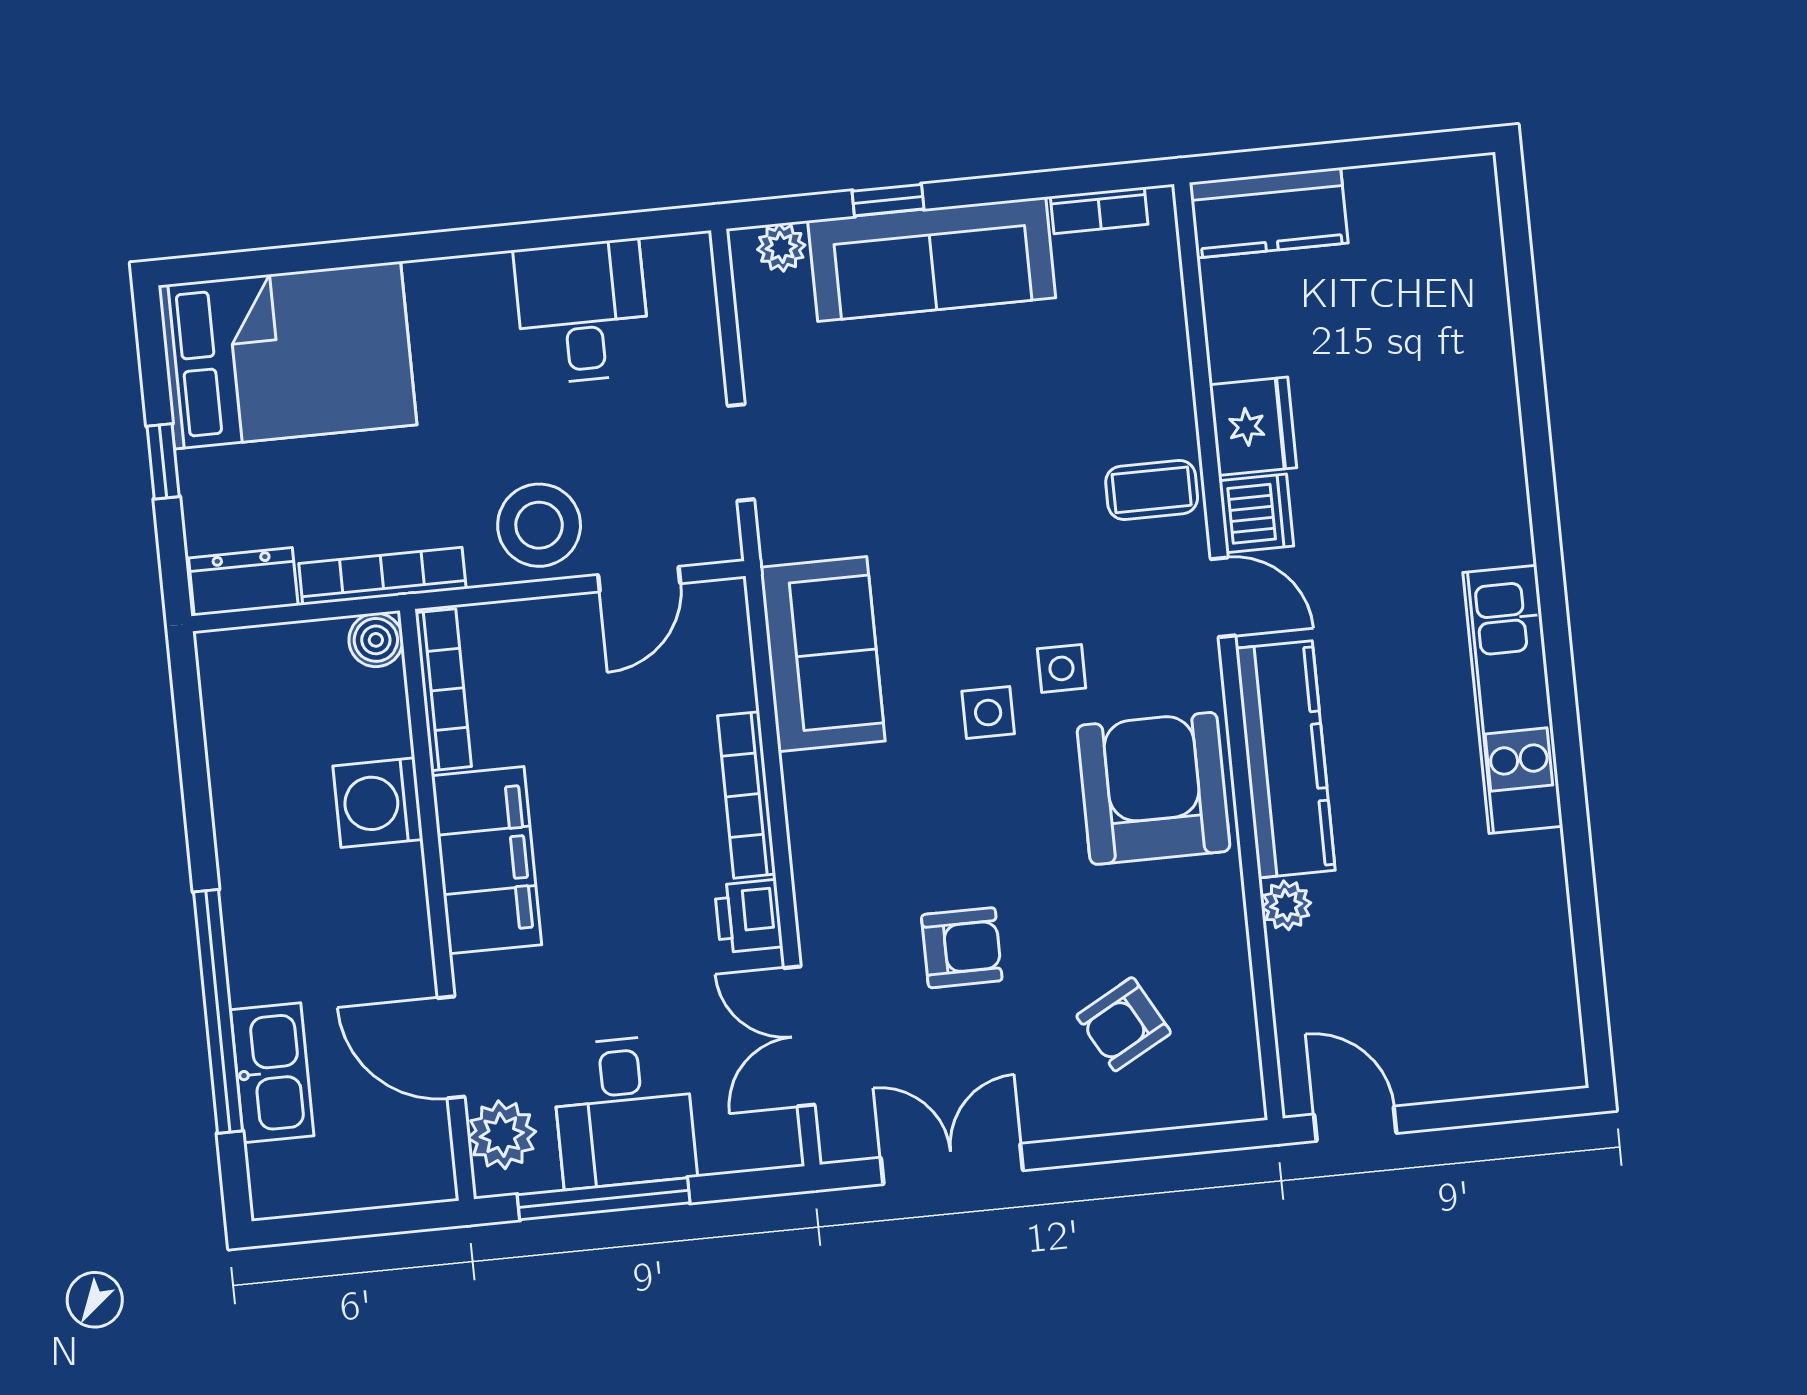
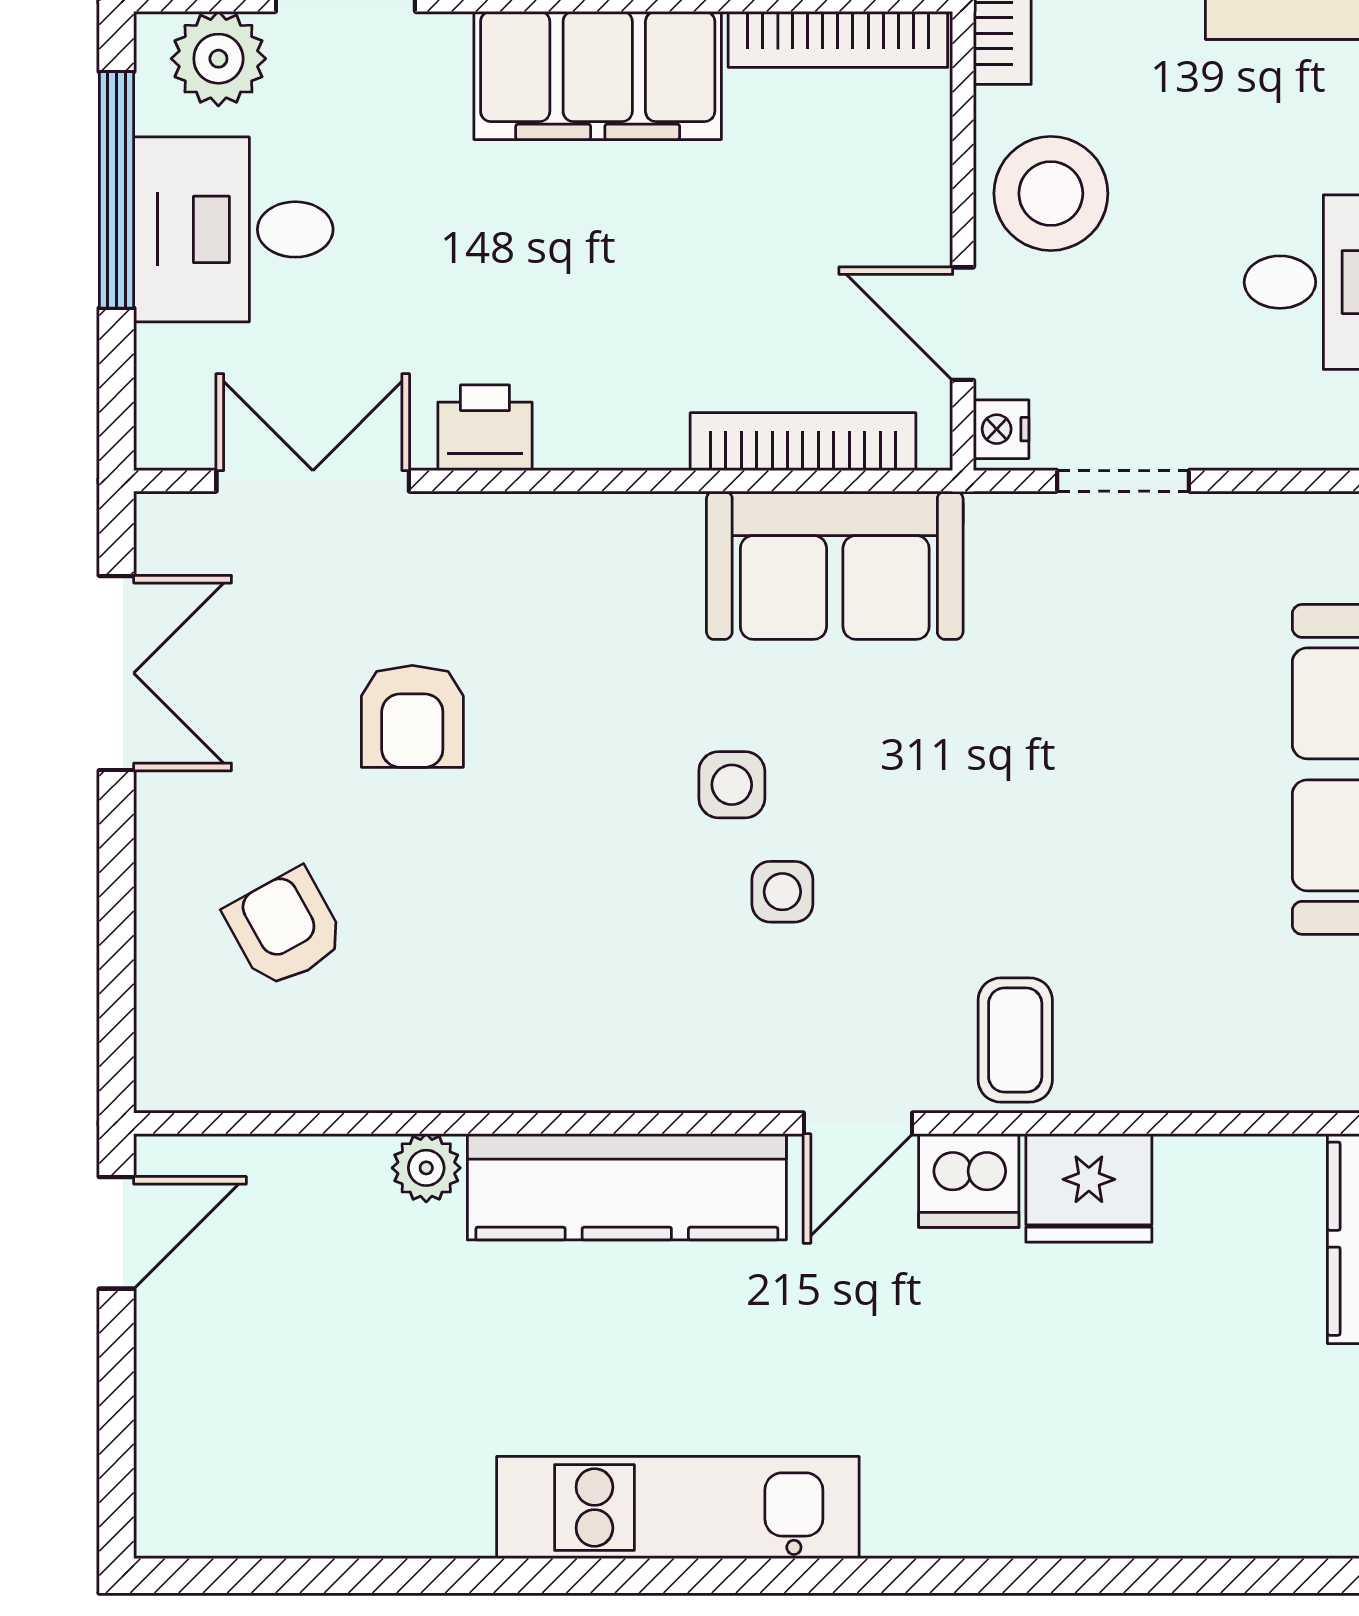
nightstand: (712, 544) -> (1001, 429), added
armchair: (1154, 788) -> (605, 1002), removed
bookcase: (747, 795) -> (803, 442), moved

